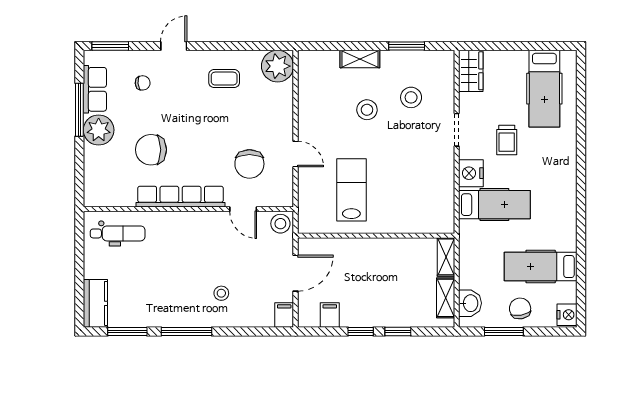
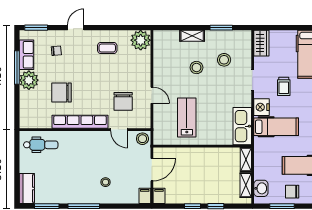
kitchen sink: (440, 204) -> (242, 126), added
chair: (520, 308) -> (292, 192), turned -80
filing cabinet: (330, 315) -> (159, 196), moved

